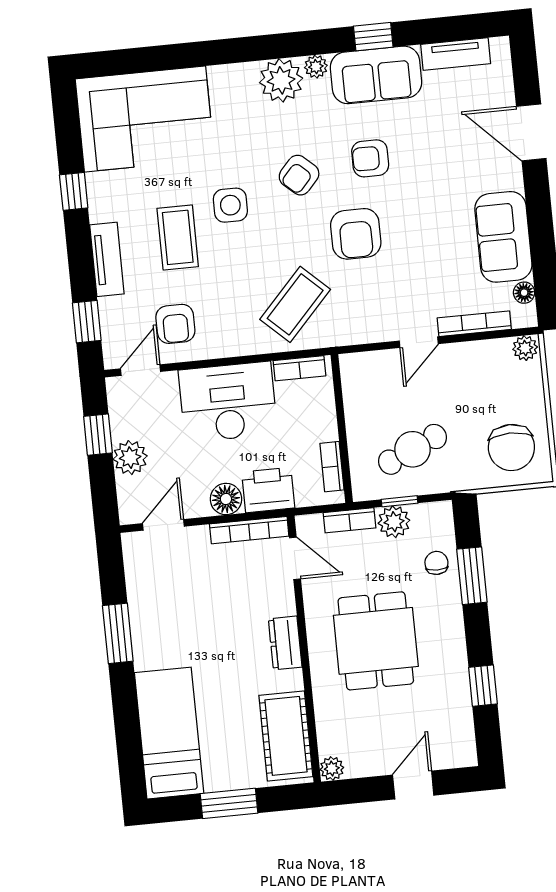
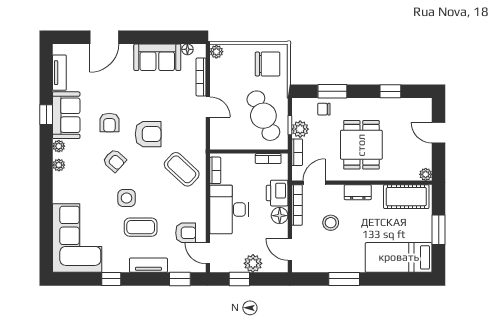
plant: (281, 80) -> (59, 165), width x0.53, depth x0.53
cafe table: (412, 449) -> (263, 116), width x1.37, depth x1.35
stool: (222, 597) -> (331, 223), added
dining table: (376, 641) -> (361, 145), turned 90

